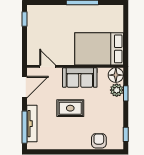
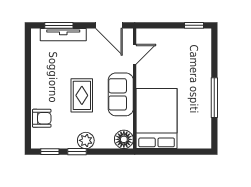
plant: (117, 90) -> (86, 140), moved
window: (126, 93) -> (77, 152), moved
rug: (70, 108) -> (82, 95), moved
window: (25, 127) -> (59, 25), width x0.69

